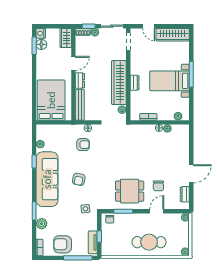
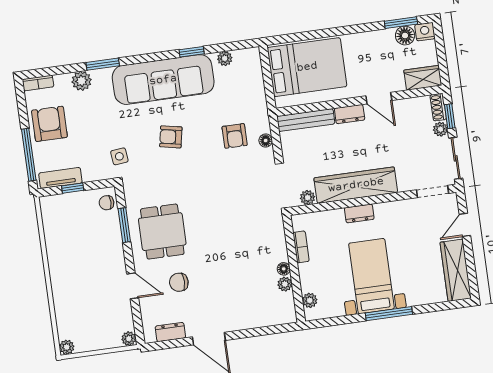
cafe table: (149, 242) -> (75, 280), removed

